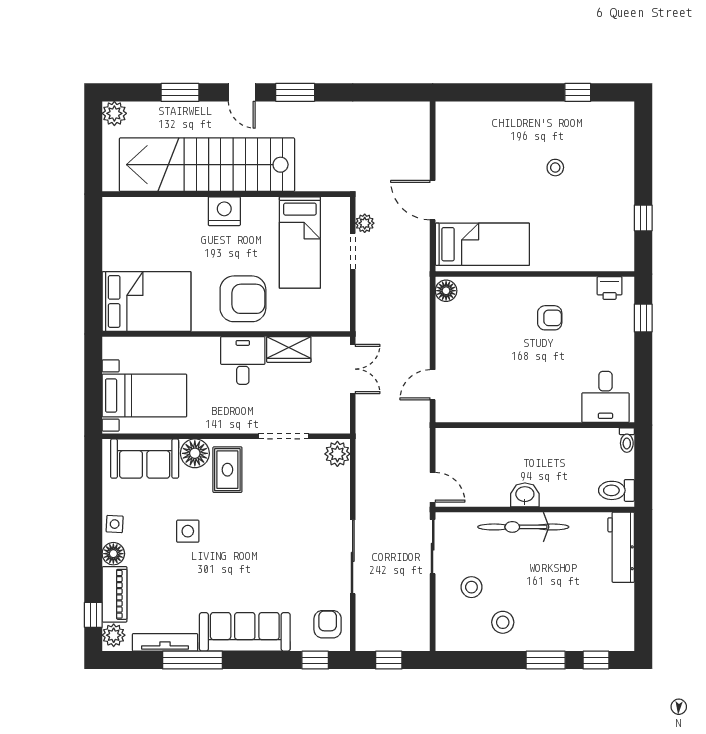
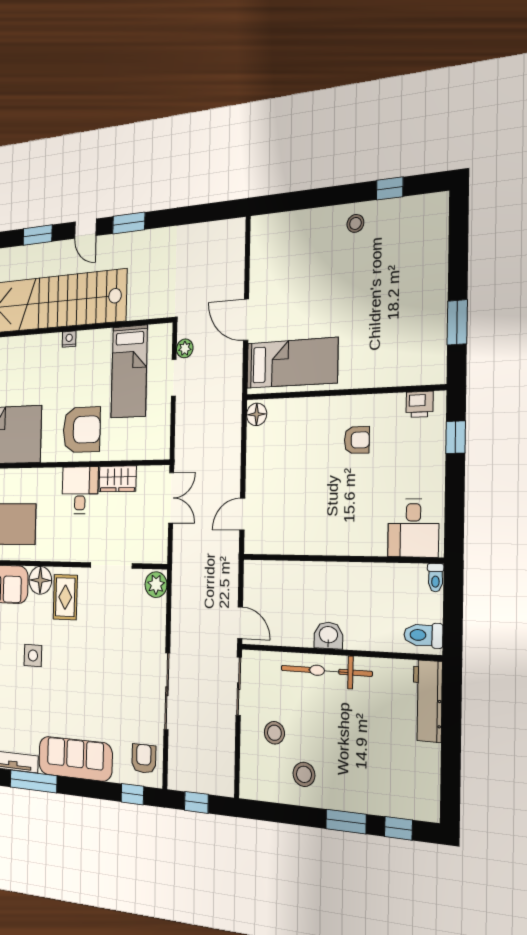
stool: (555, 168) -> (355, 223), moved
nightstand: (224, 211) -> (69, 339), width x0.53, depth x0.56
window: (643, 218) -> (457, 322), width x1.50

